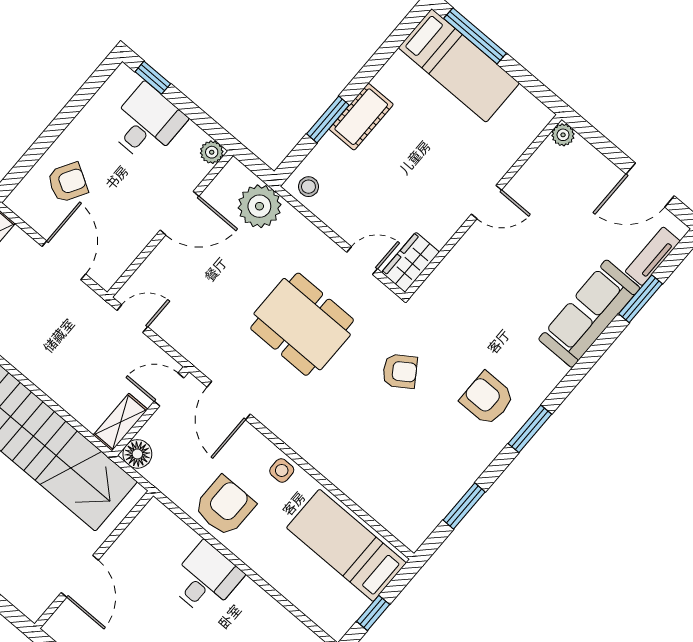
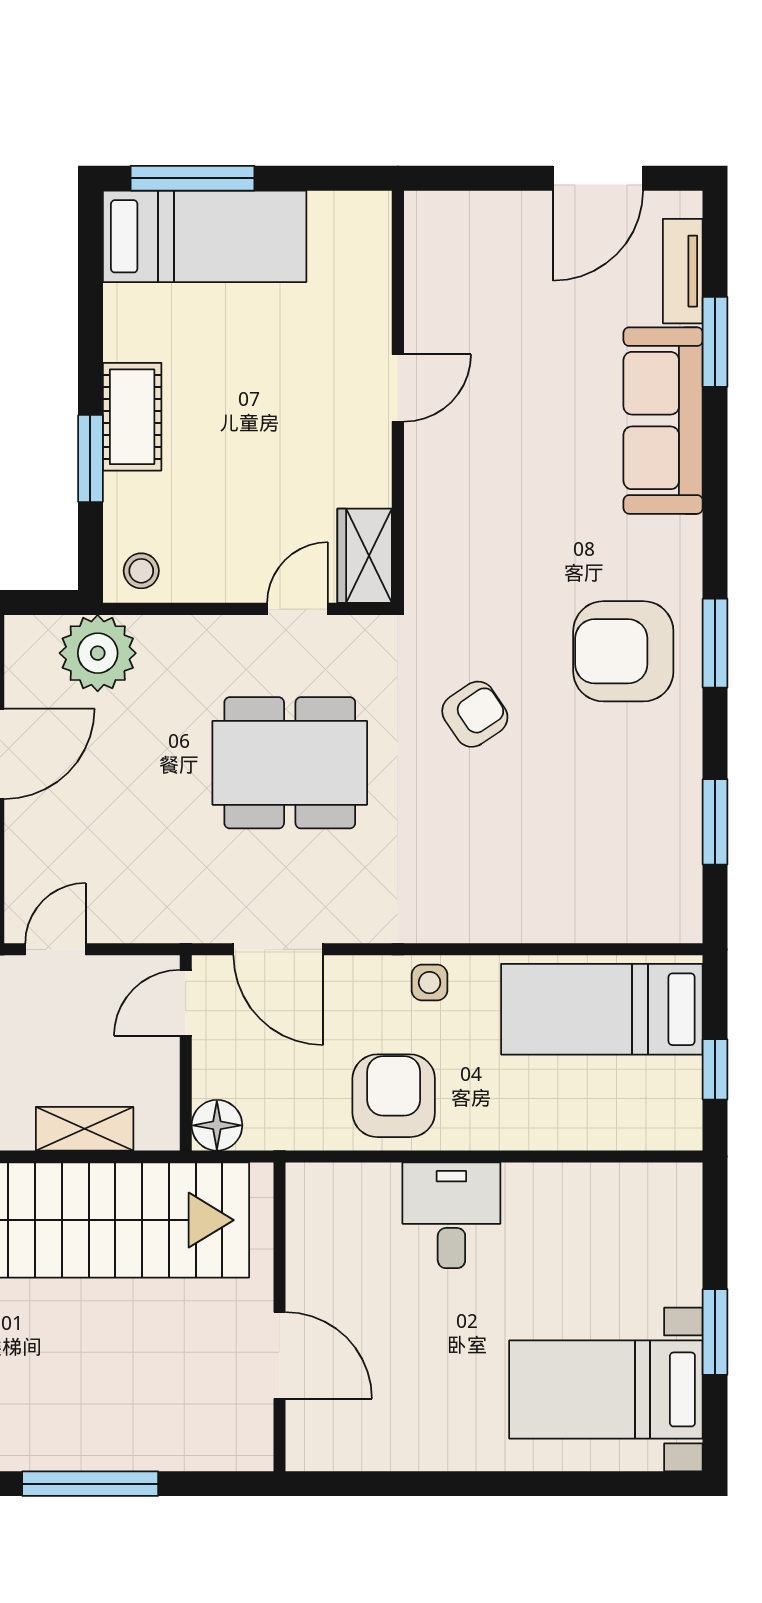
plant: (563, 135) -> (424, 210), removed
armchair: (487, 399) -> (623, 651), width x1.36, depth x1.36
shelving: (120, 422) -> (85, 1129), moved, turned 90

